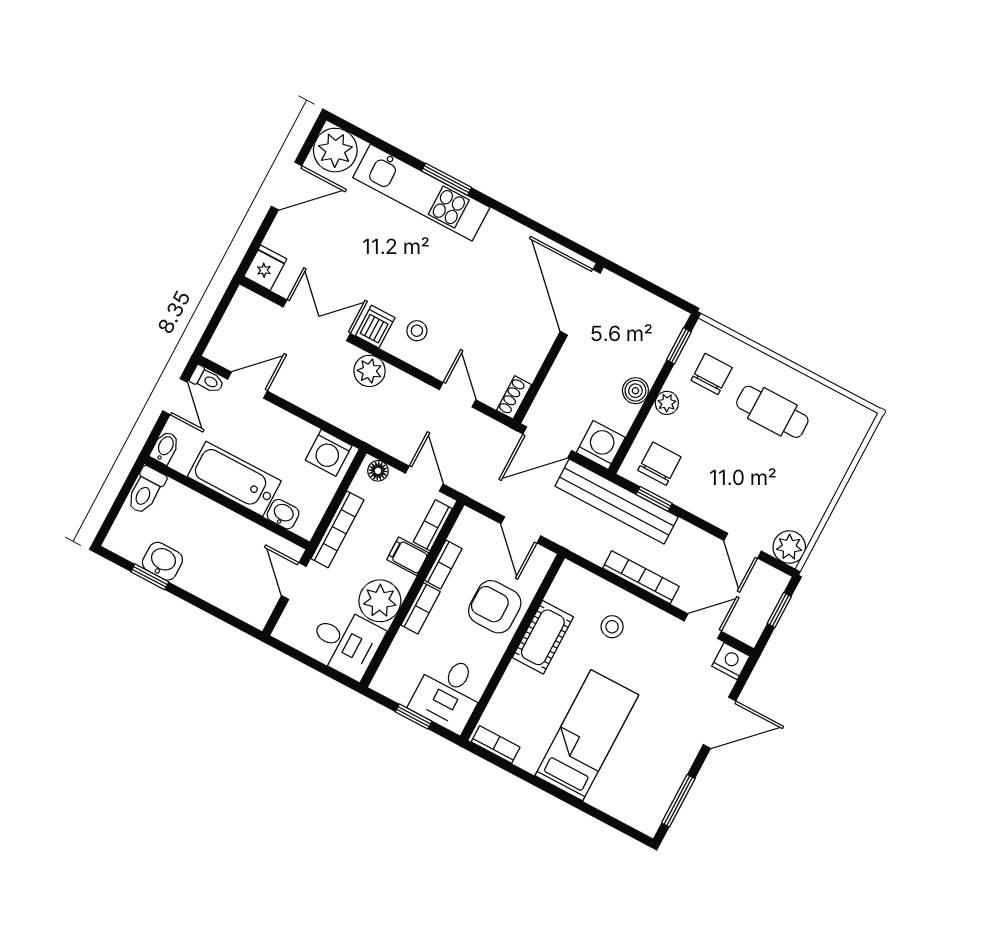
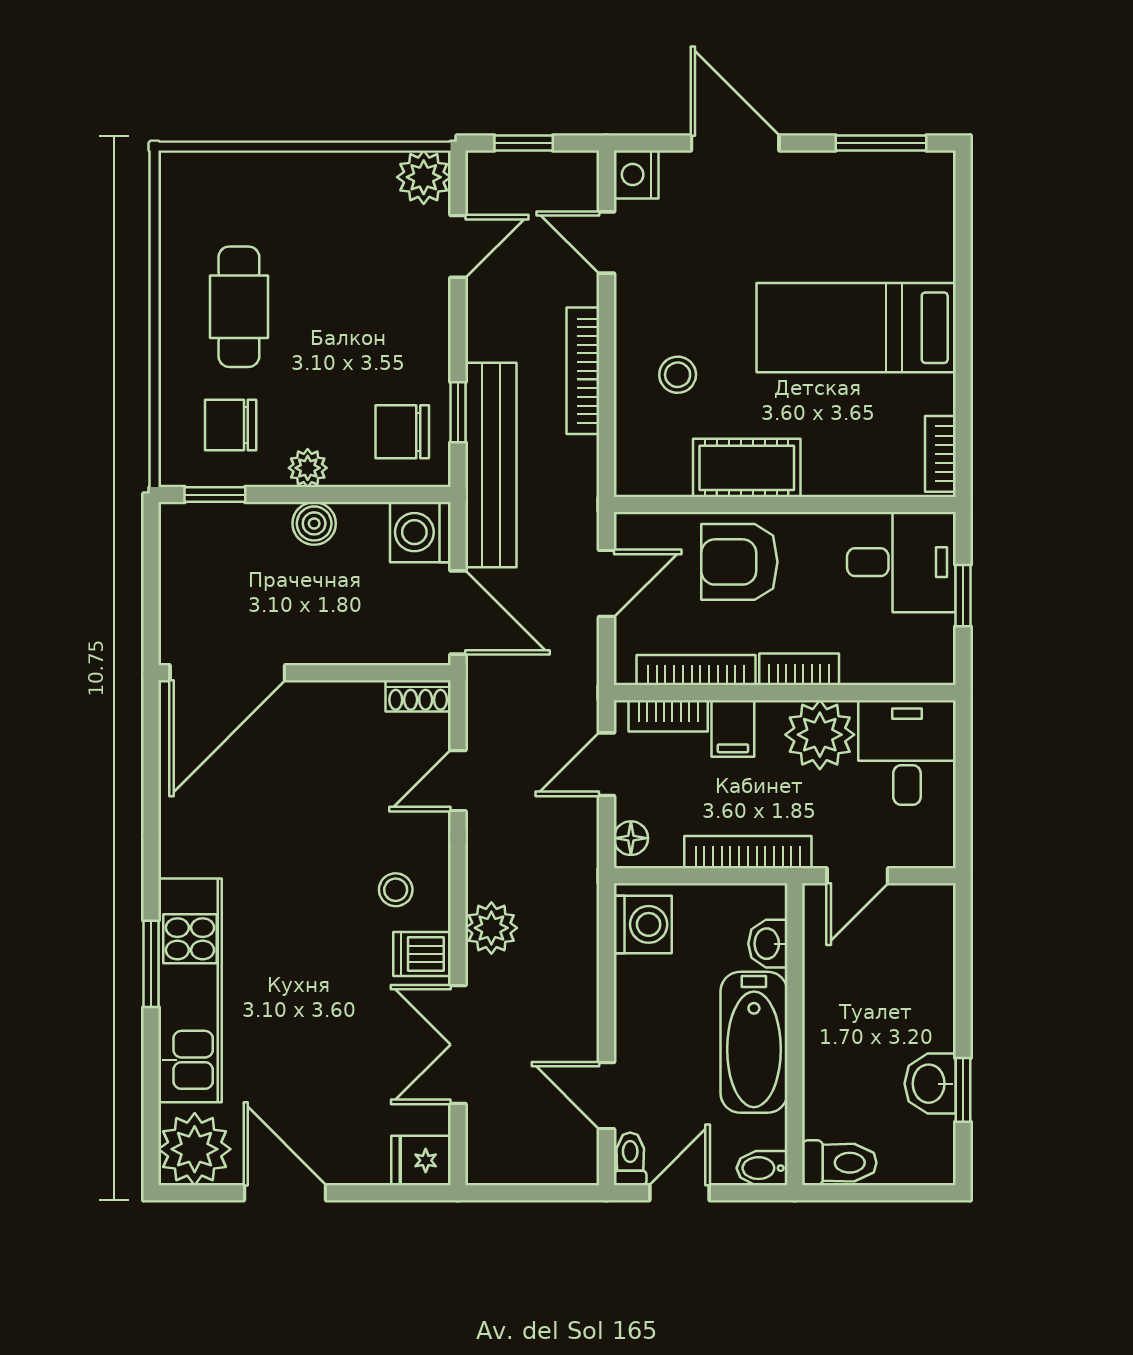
bookcase: (443, 564) -> (696, 670), width x1.56
armchair: (495, 607) -> (739, 562), turned 90

